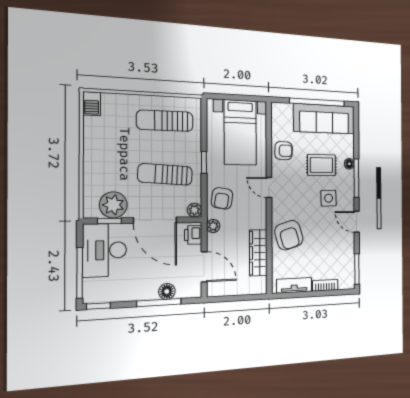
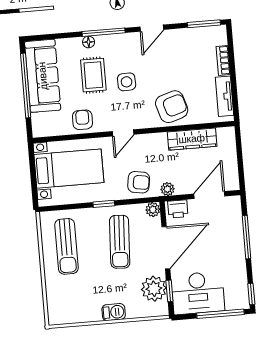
barbecue: (92, 104) -> (114, 312), moved
side table: (329, 198) -> (127, 82), moved
floor lamp: (167, 291) -> (235, 230), removed

